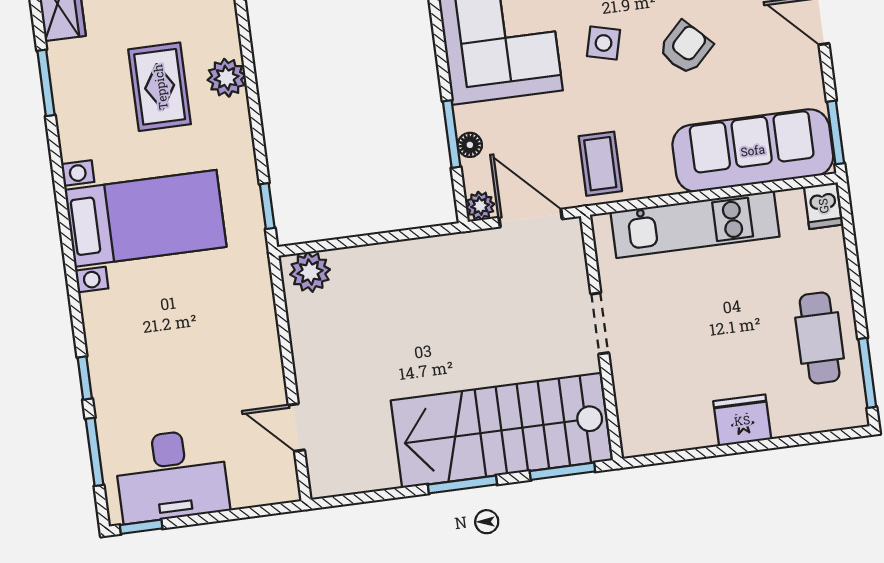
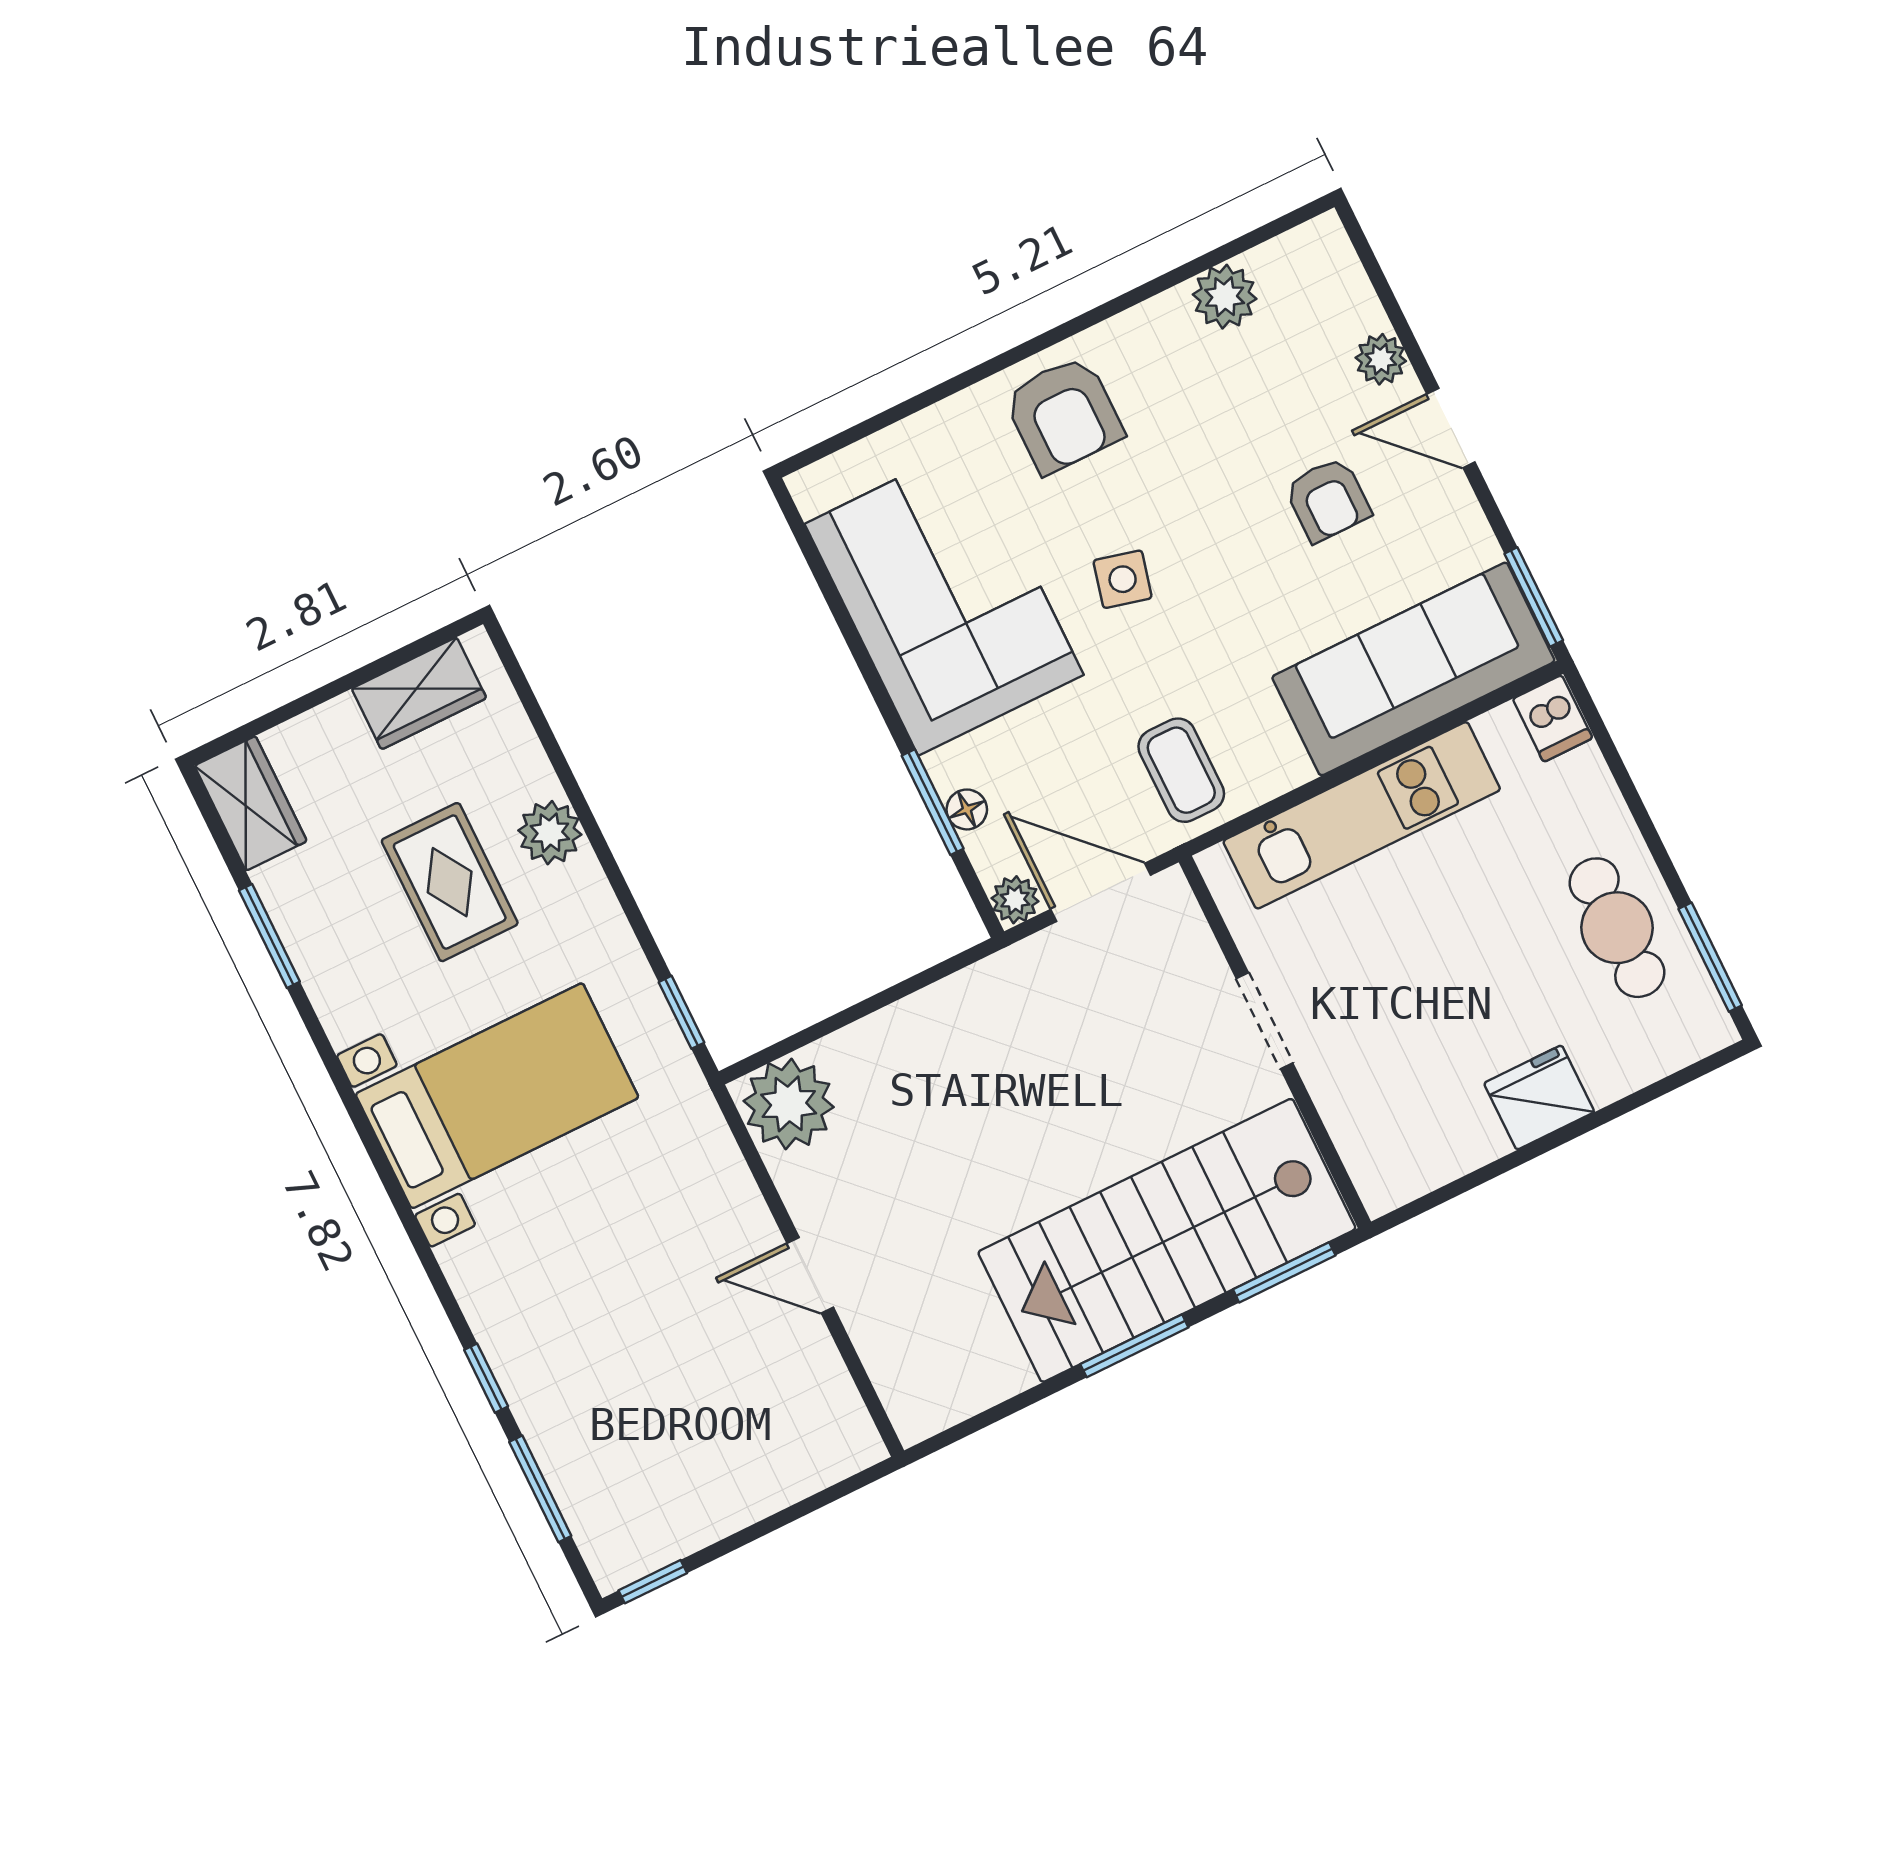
armchair: (686, 48) -> (1328, 500), moved, turned 135
plant: (310, 272) -> (789, 1104), width x1.36, depth x1.36
door: (296, 428) -> (810, 1275), moved
desk: (172, 475) -> (674, 1485), removed

